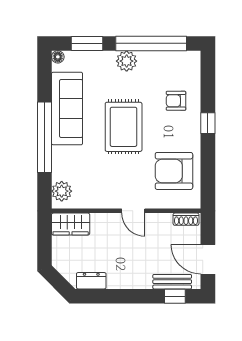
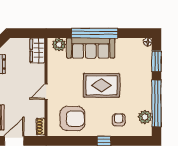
plant: (127, 61) -> (145, 117), moved
sofa: (67, 108) -> (91, 48), moved
armchair: (174, 171) -> (72, 119), turned 90

